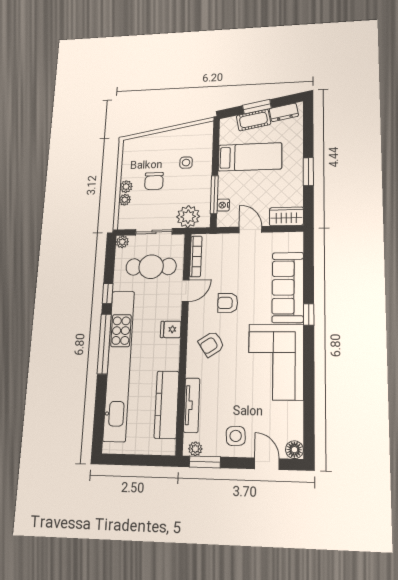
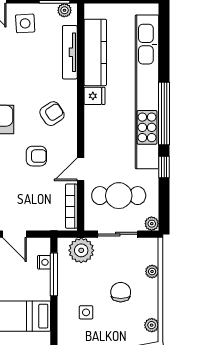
plant: (126, 187) -> (152, 325), moved
fridge: (171, 329) -> (94, 96), moved

